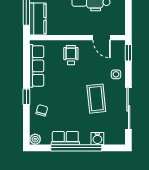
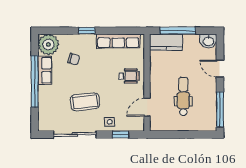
window: (128, 53) -> (121, 134), moved
chair: (42, 110) -> (74, 59), moved
water cooler: (97, 138) -> (44, 103), removed
plant: (35, 139) -> (48, 44), width x1.87, depth x1.87

